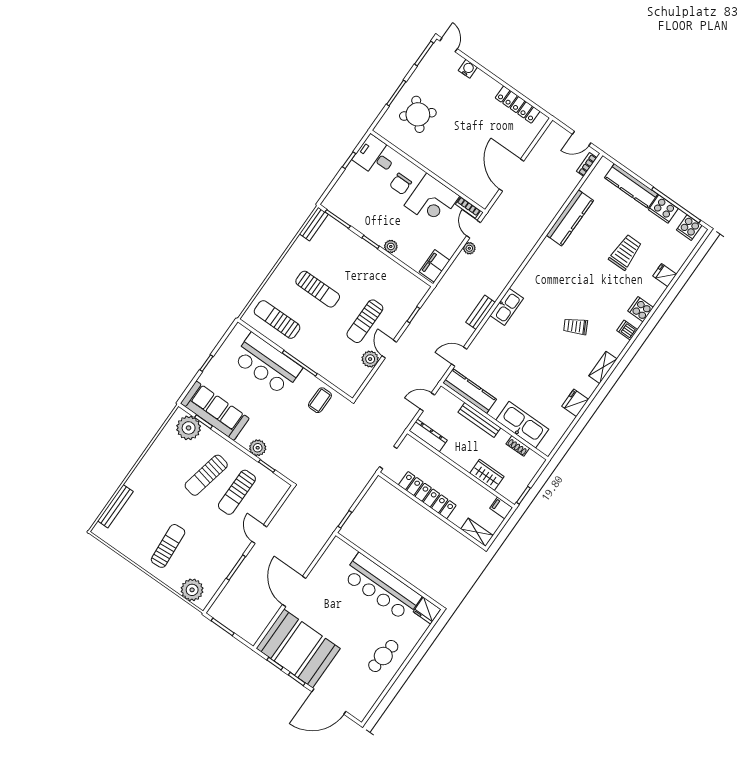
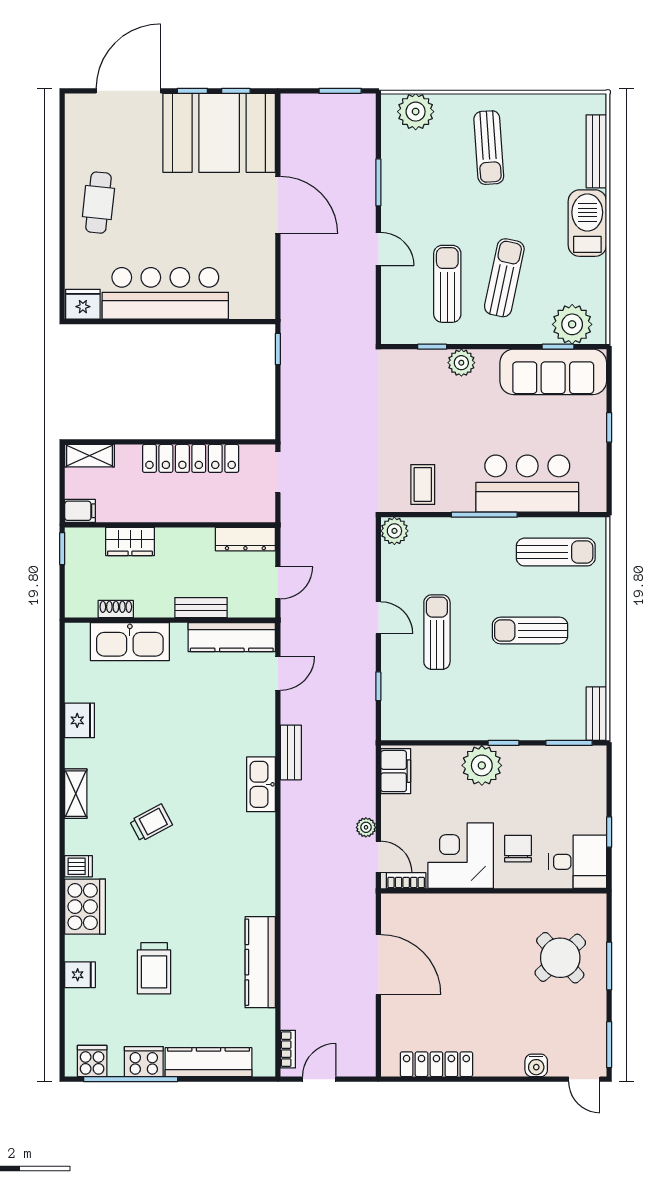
plant: (391, 246) -> (482, 765), width x1.87, depth x1.87
cooker: (641, 309) -> (85, 907), width x1.87, depth x1.31
plant: (370, 359) -> (394, 531), moved
bench: (479, 420) -> (201, 608), width x0.73
barbecue: (145, 473) -> (587, 223), added

